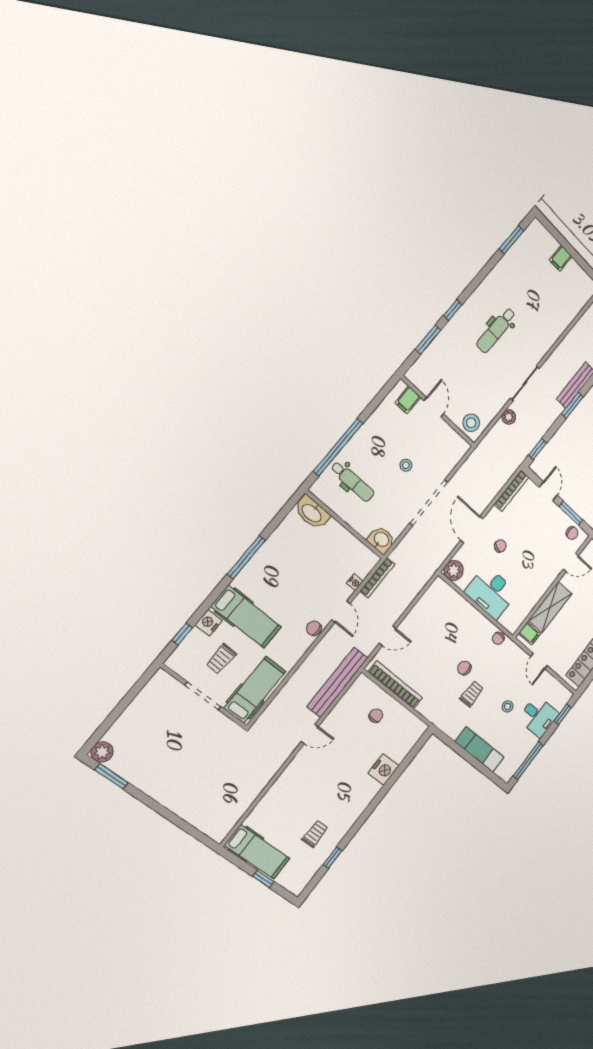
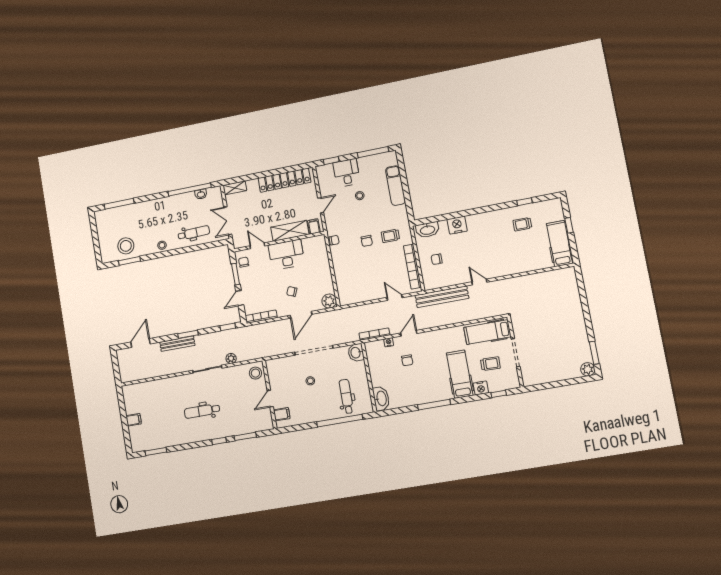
dental chair: (496, 330) -> (202, 411), turned 180
desk: (491, 592) -> (286, 255), moved, turned -90
chair: (314, 628) -> (407, 360), moved
trolley: (472, 694) -> (390, 236), moved
washbasin: (411, 736) -> (427, 230), added

